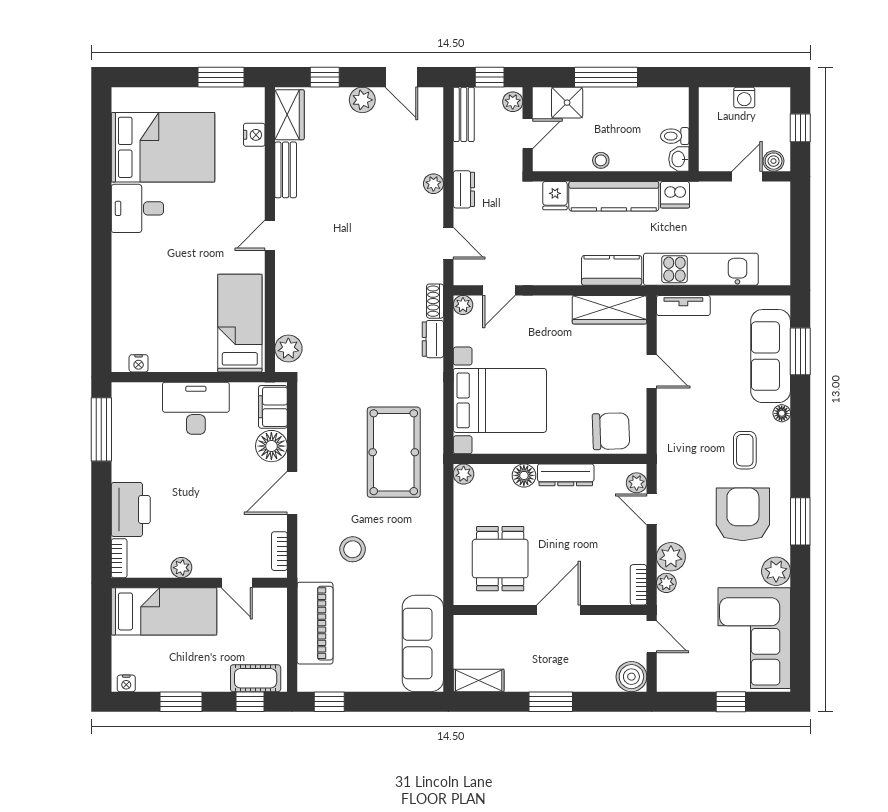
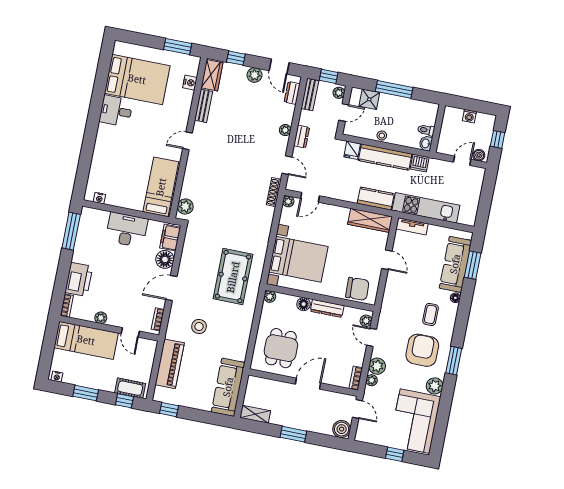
shoe rack: (435, 301) -> (274, 192), width x1.43
dresser: (433, 339) -> (292, 93), moved

